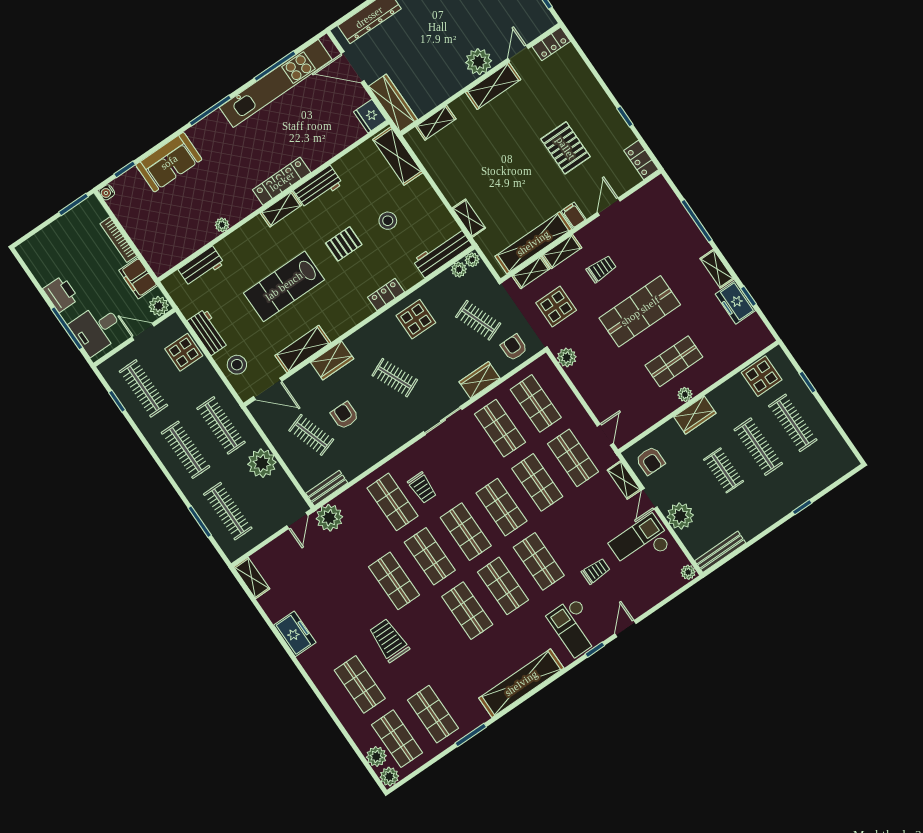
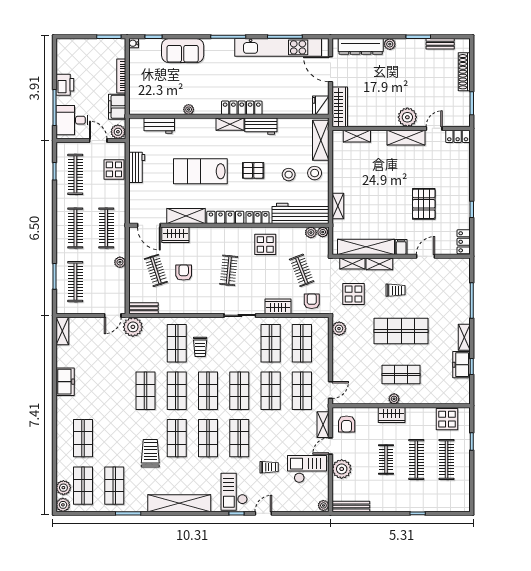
workbench: (442, 253) -> (300, 213), width x1.36, depth x1.32
locker: (349, 320) -> (225, 217), added
wardrobe: (332, 360) -> (175, 235), moved
stool: (237, 365) -> (315, 173), moved
clothes rail: (395, 378) -> (229, 270), turned 30
plant: (262, 463) -> (120, 262), width x0.53, depth x0.53
trolley: (389, 640) -> (150, 453), moved

